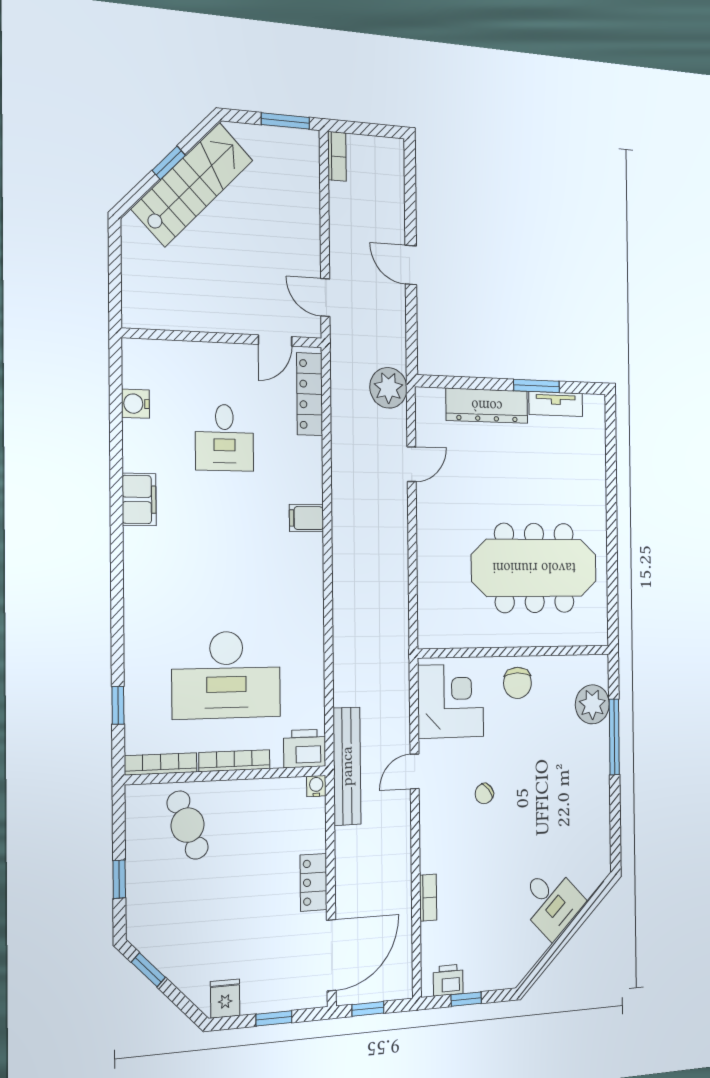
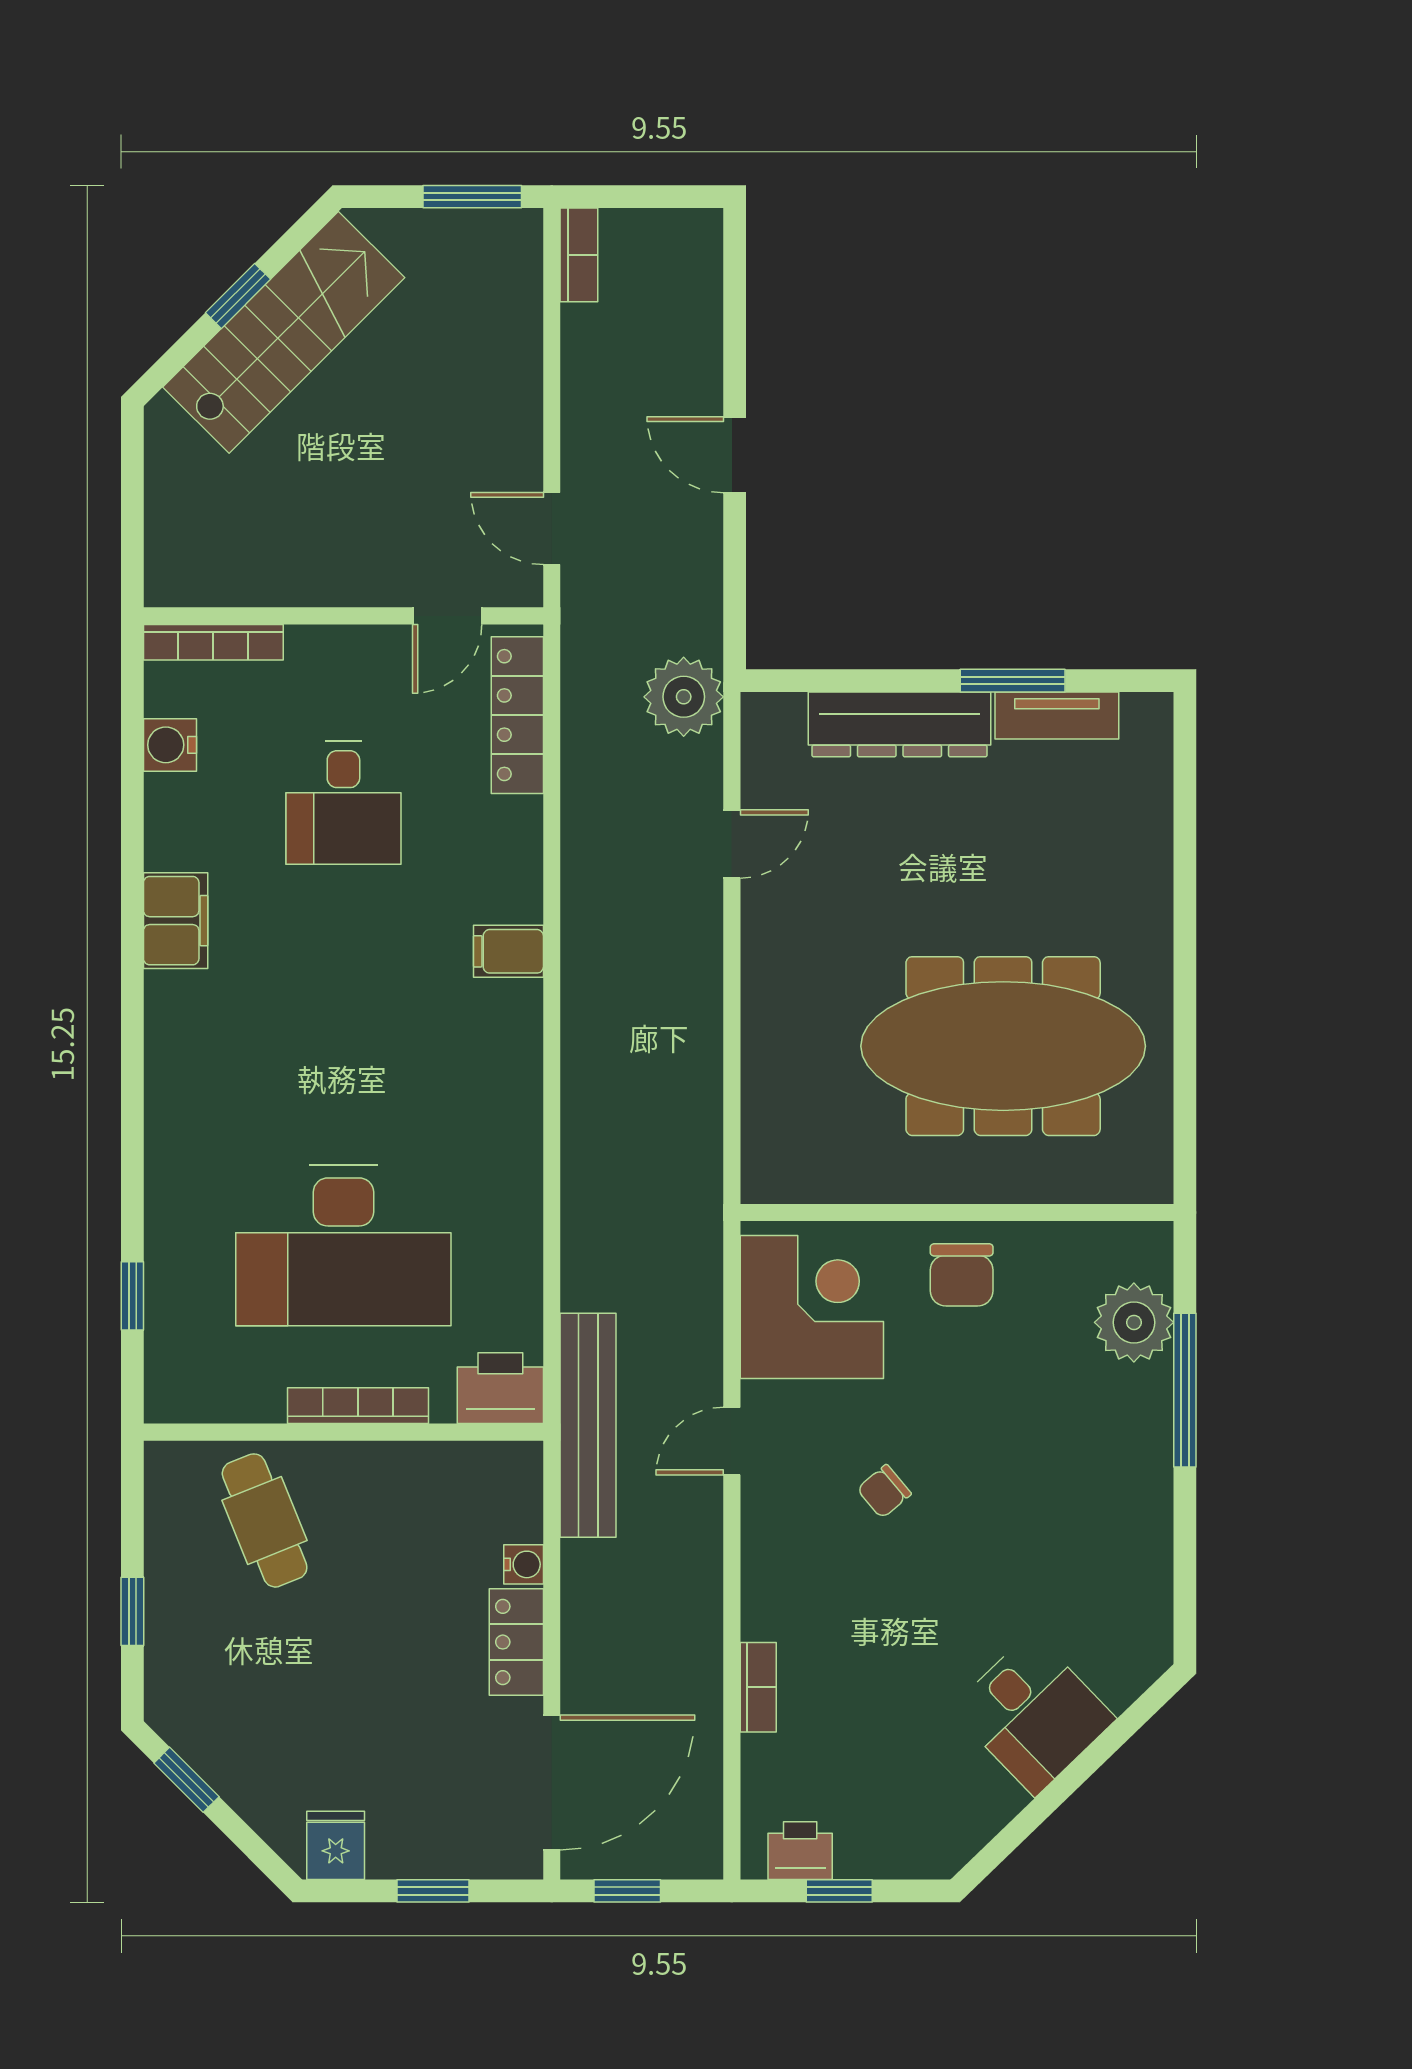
bookcase: (161, 764) -> (213, 642), moved, turned 180
water cooler: (316, 786) -> (524, 1564), moved, turned 90

